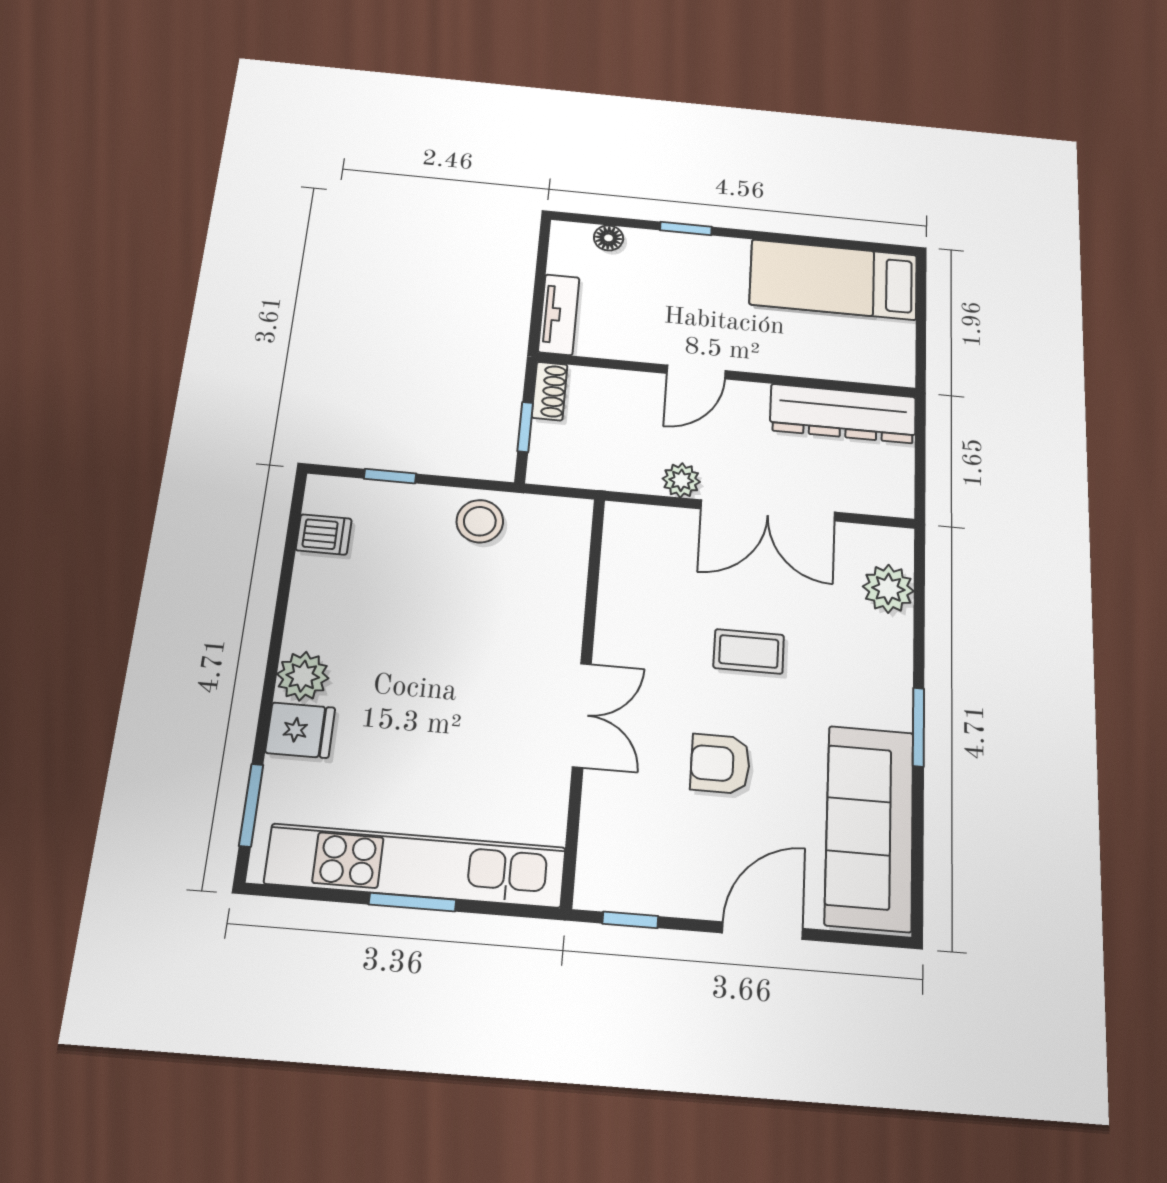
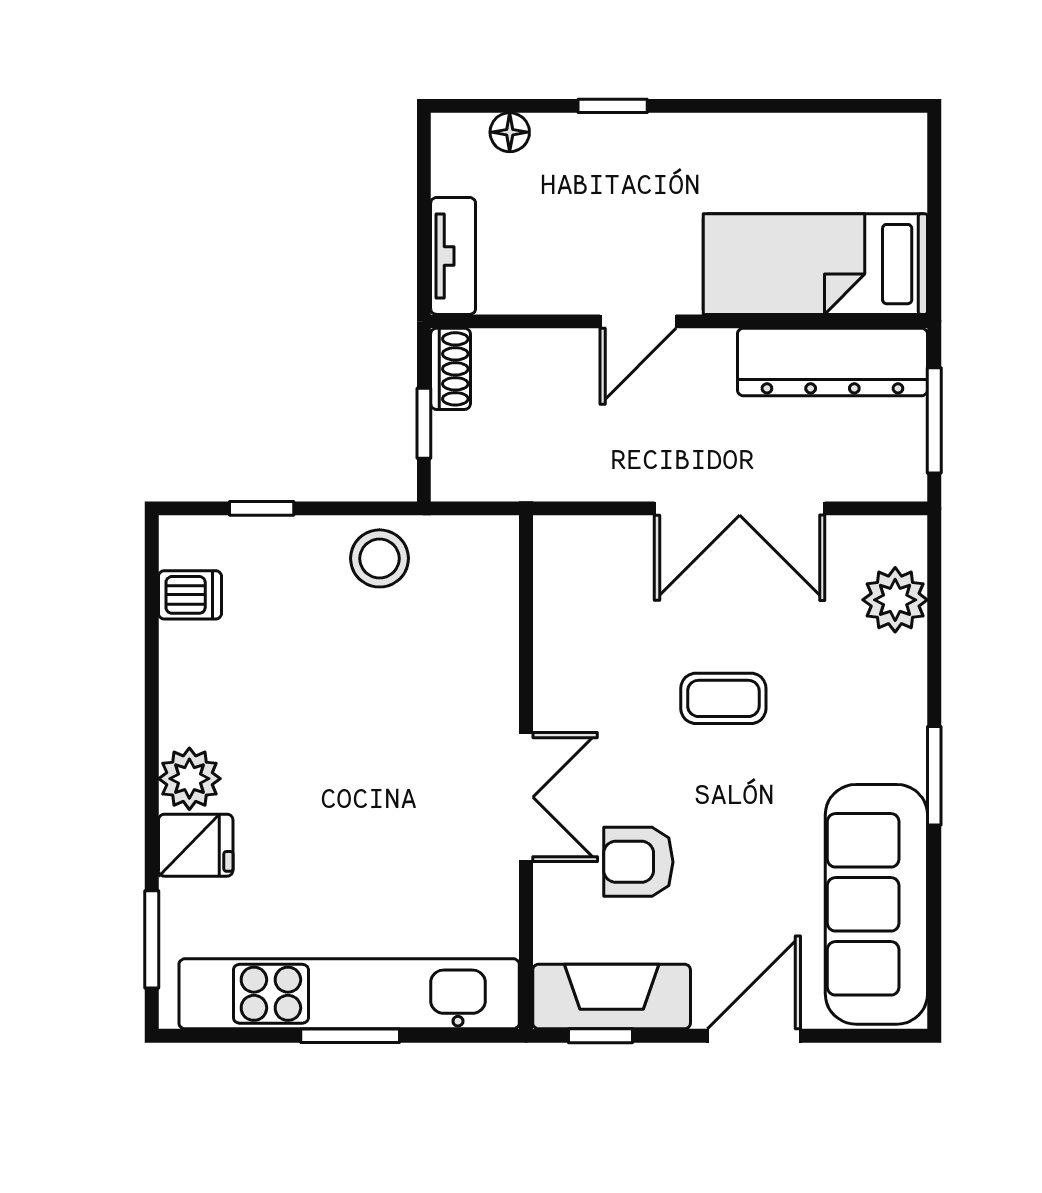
bed: (834, 280) -> (815, 264), moved
window: (920, 462) -> (934, 420), added
plant: (681, 480) -> (628, 478), removed
armchair: (720, 764) -> (638, 862), moved
fireplace: (642, 887) -> (612, 997), added

